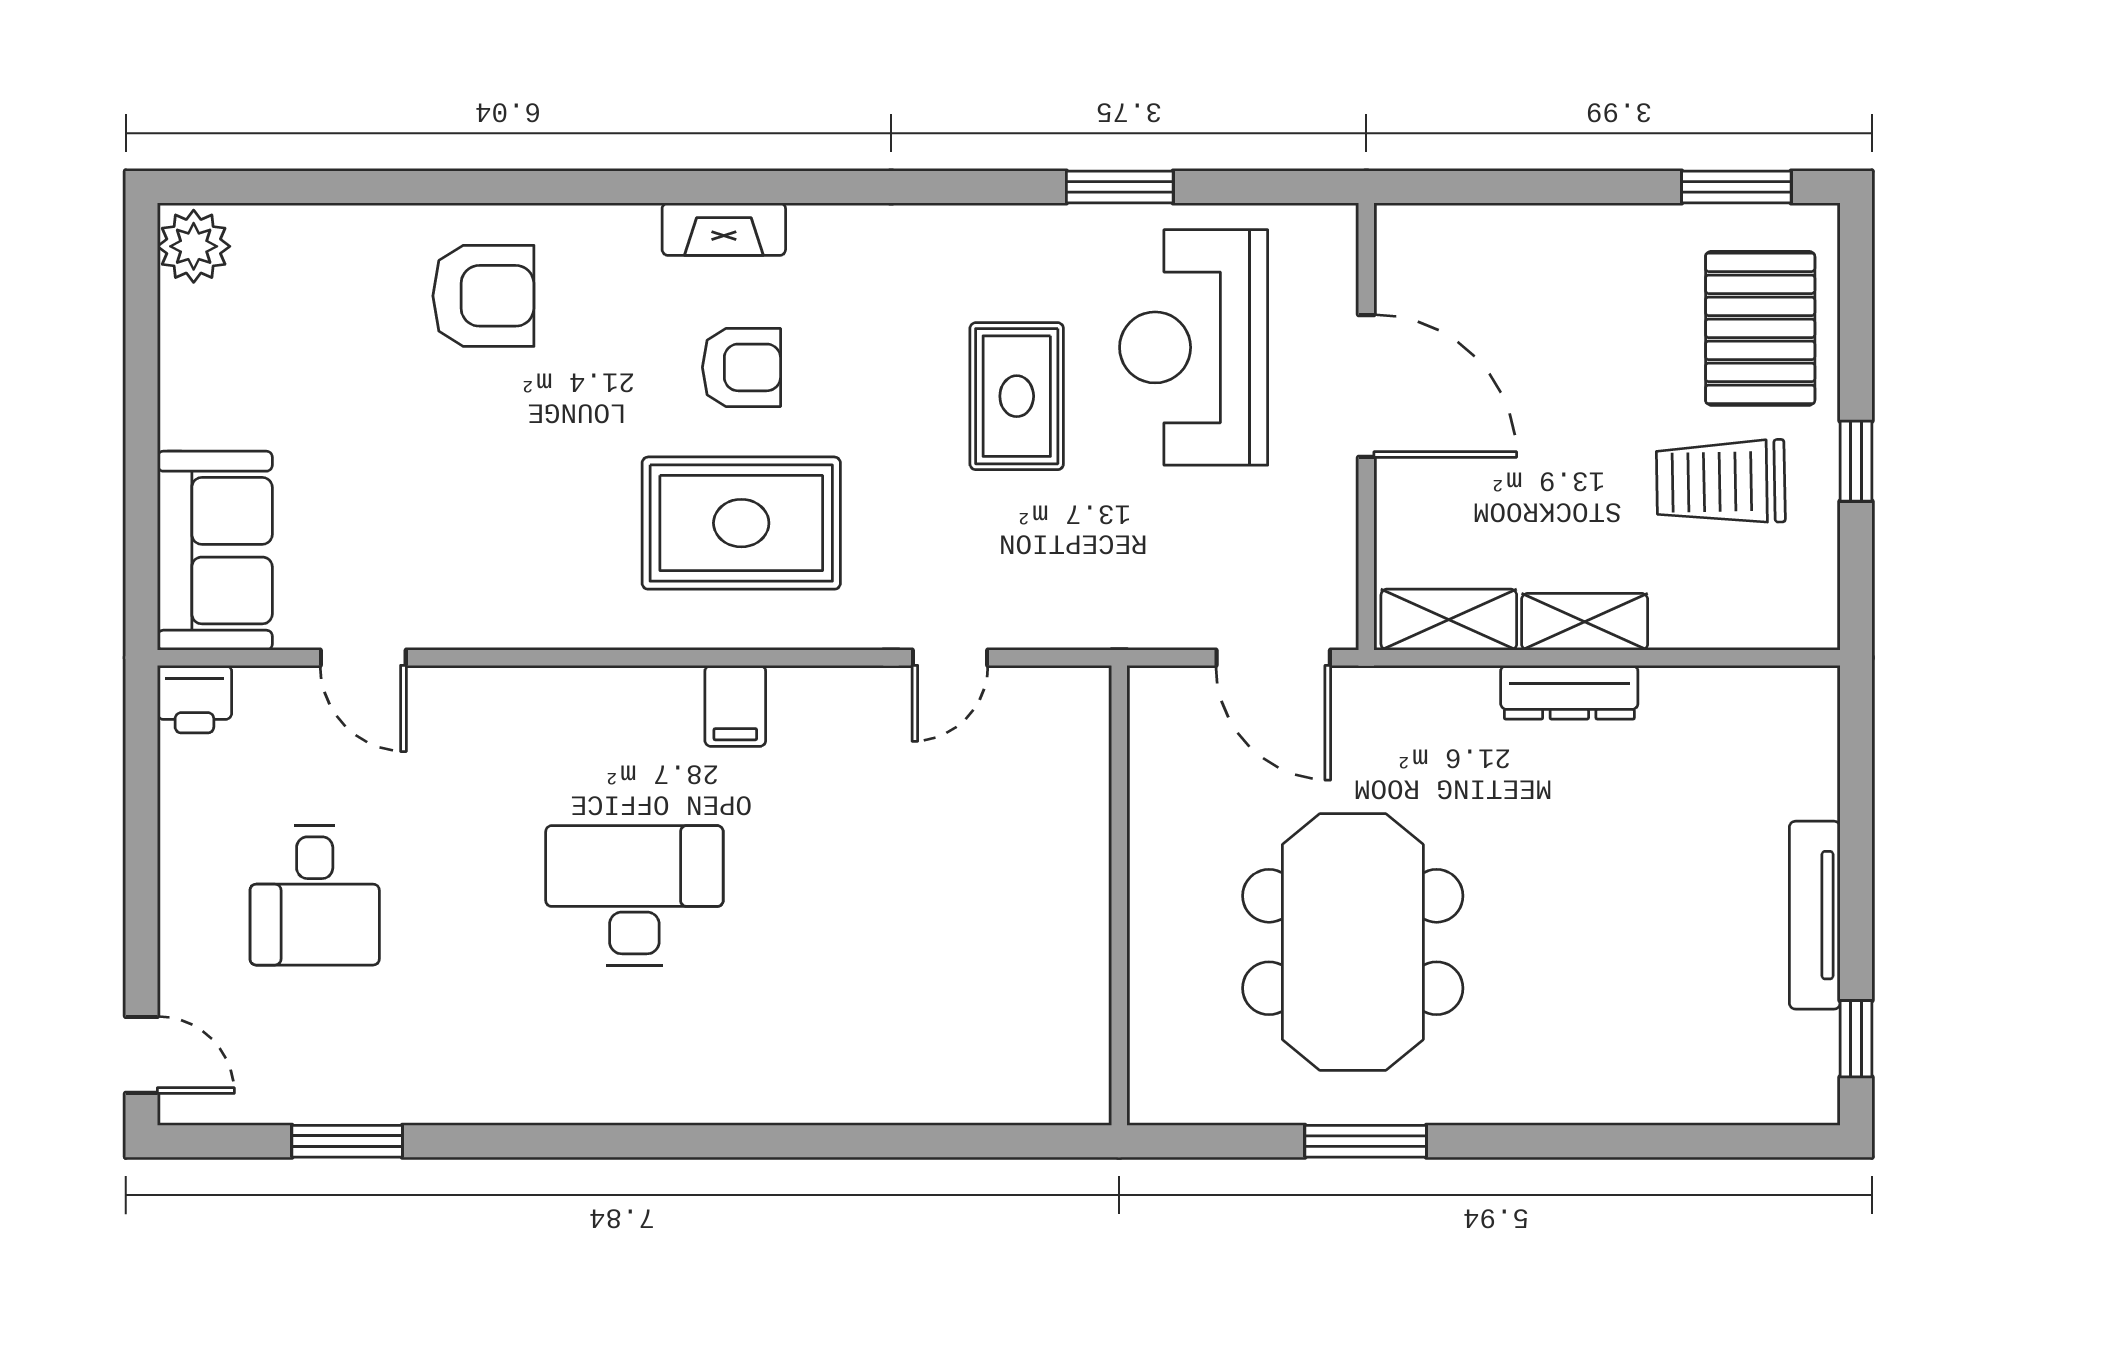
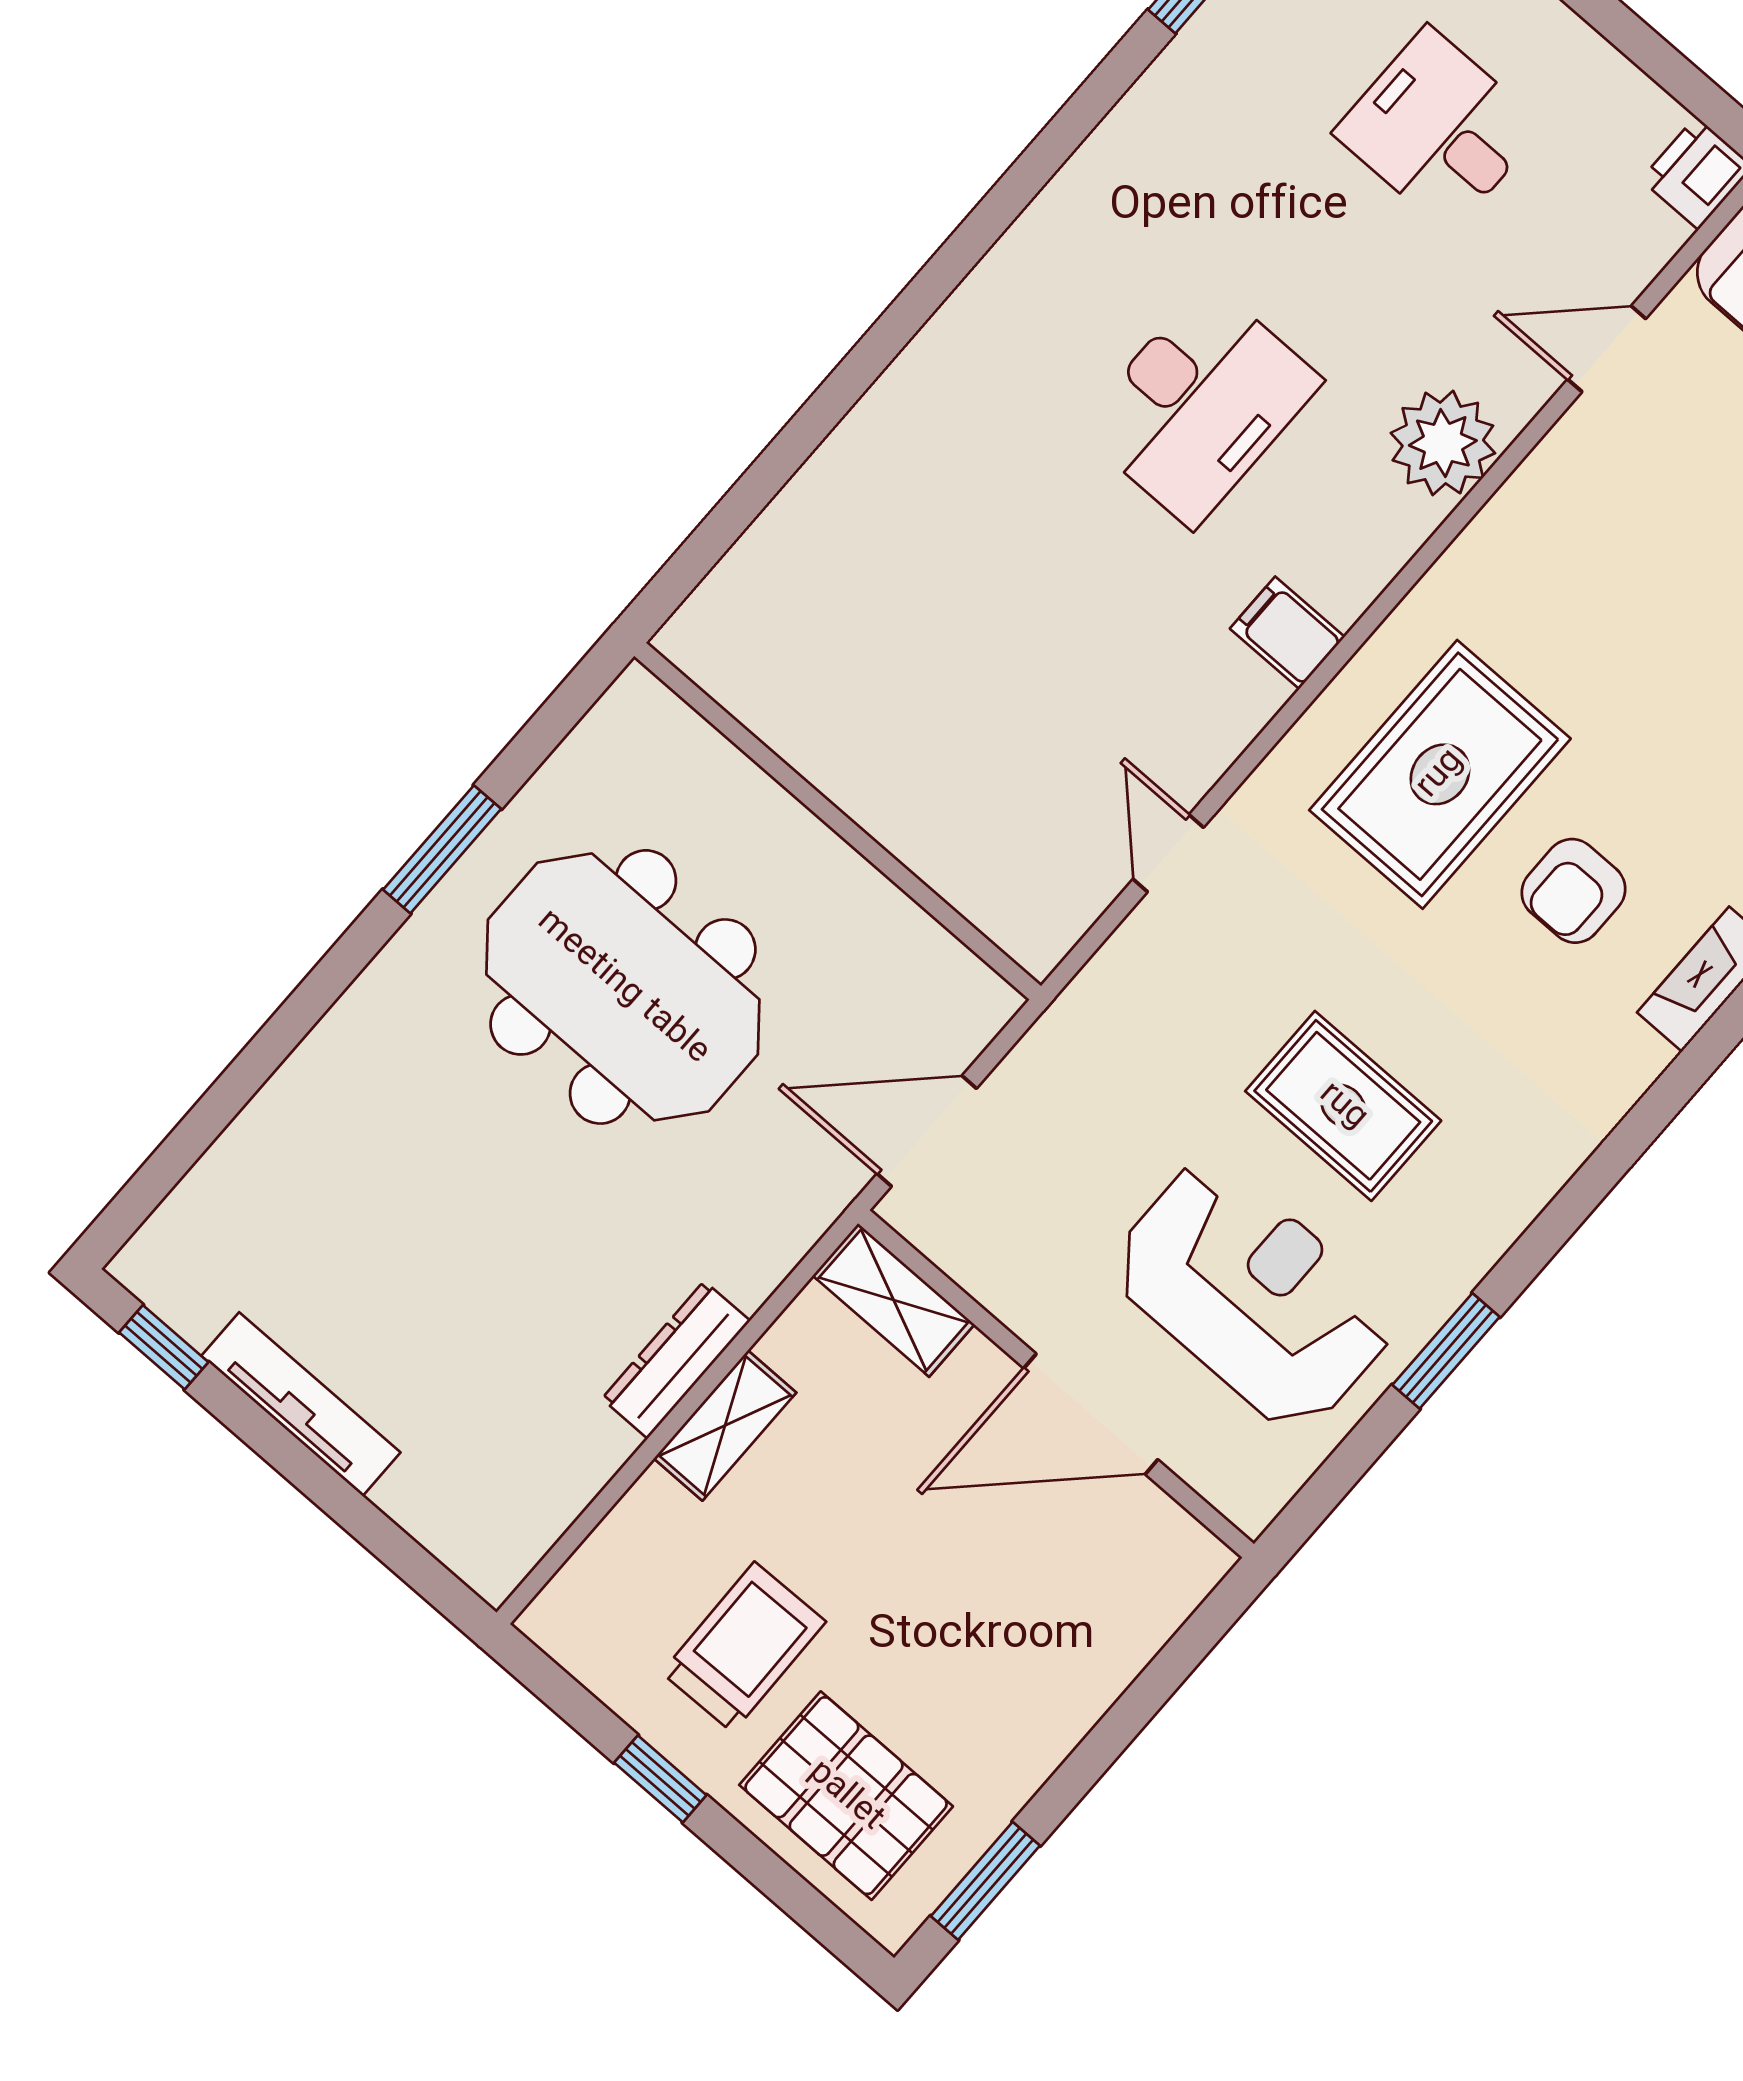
shelving: (1449, 620) -> (894, 1300), moved, turned 90
plant: (520, 712) -> (1443, 443), added

